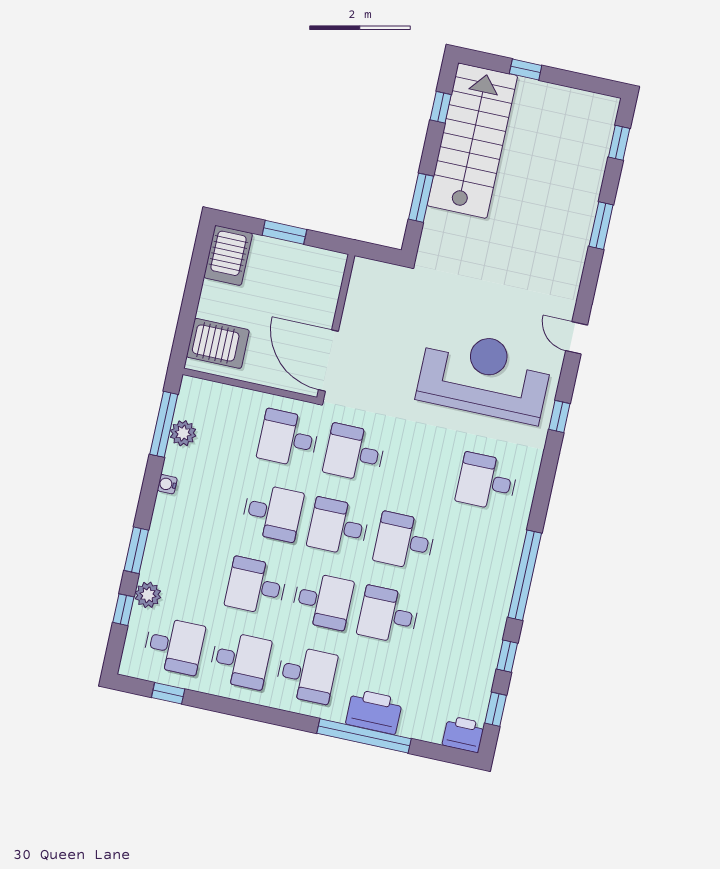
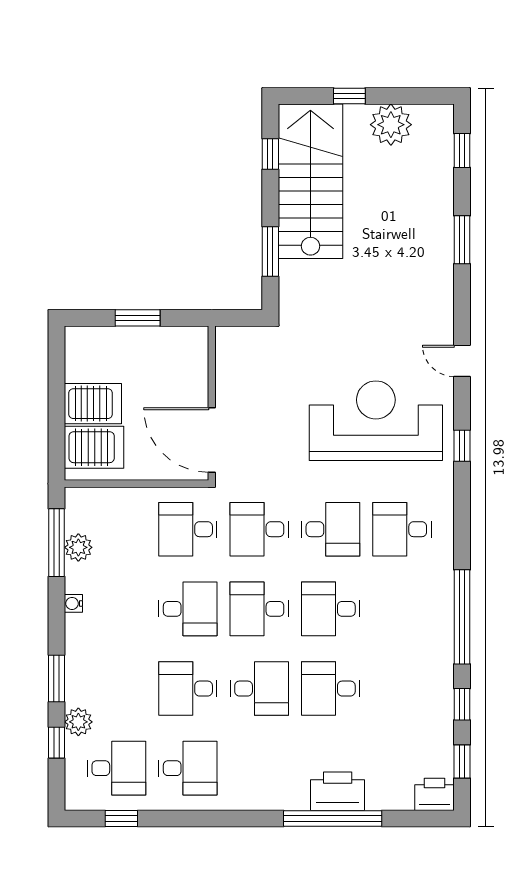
plant: (558, 104) -> (391, 125), added
server rack: (228, 255) -> (93, 404), moved, turned -90
desk: (306, 674) -> (331, 529), moved

